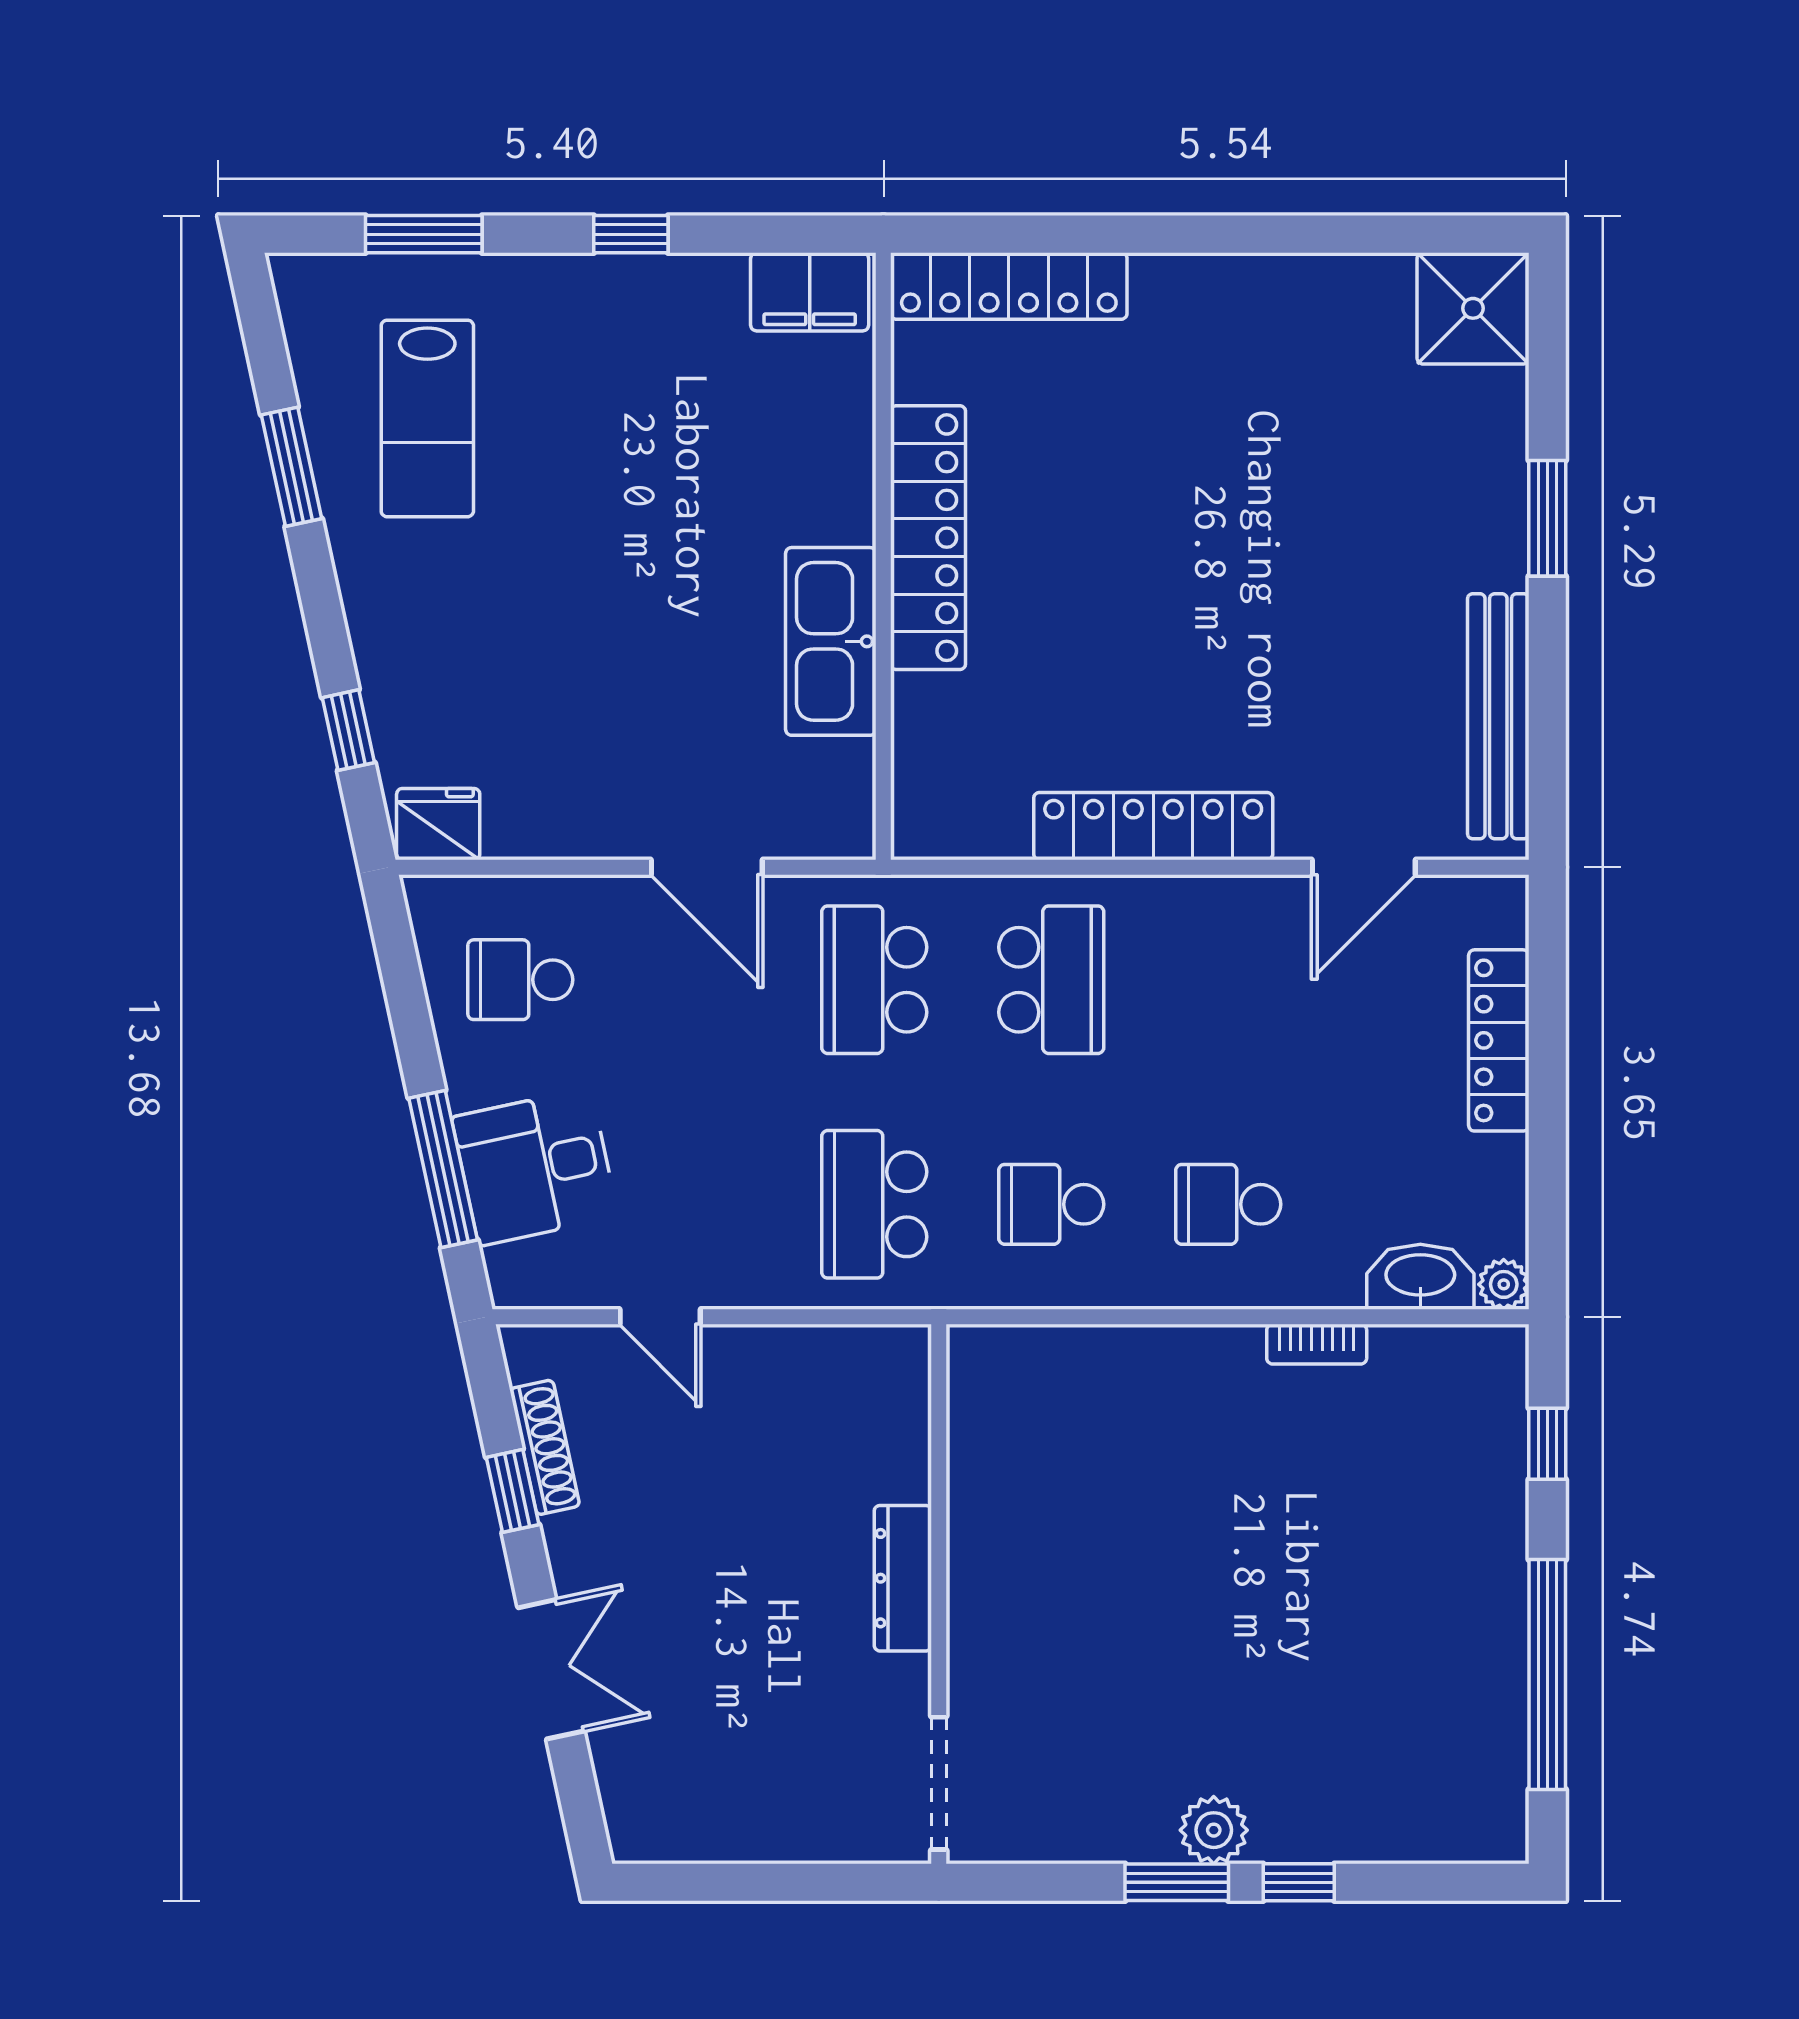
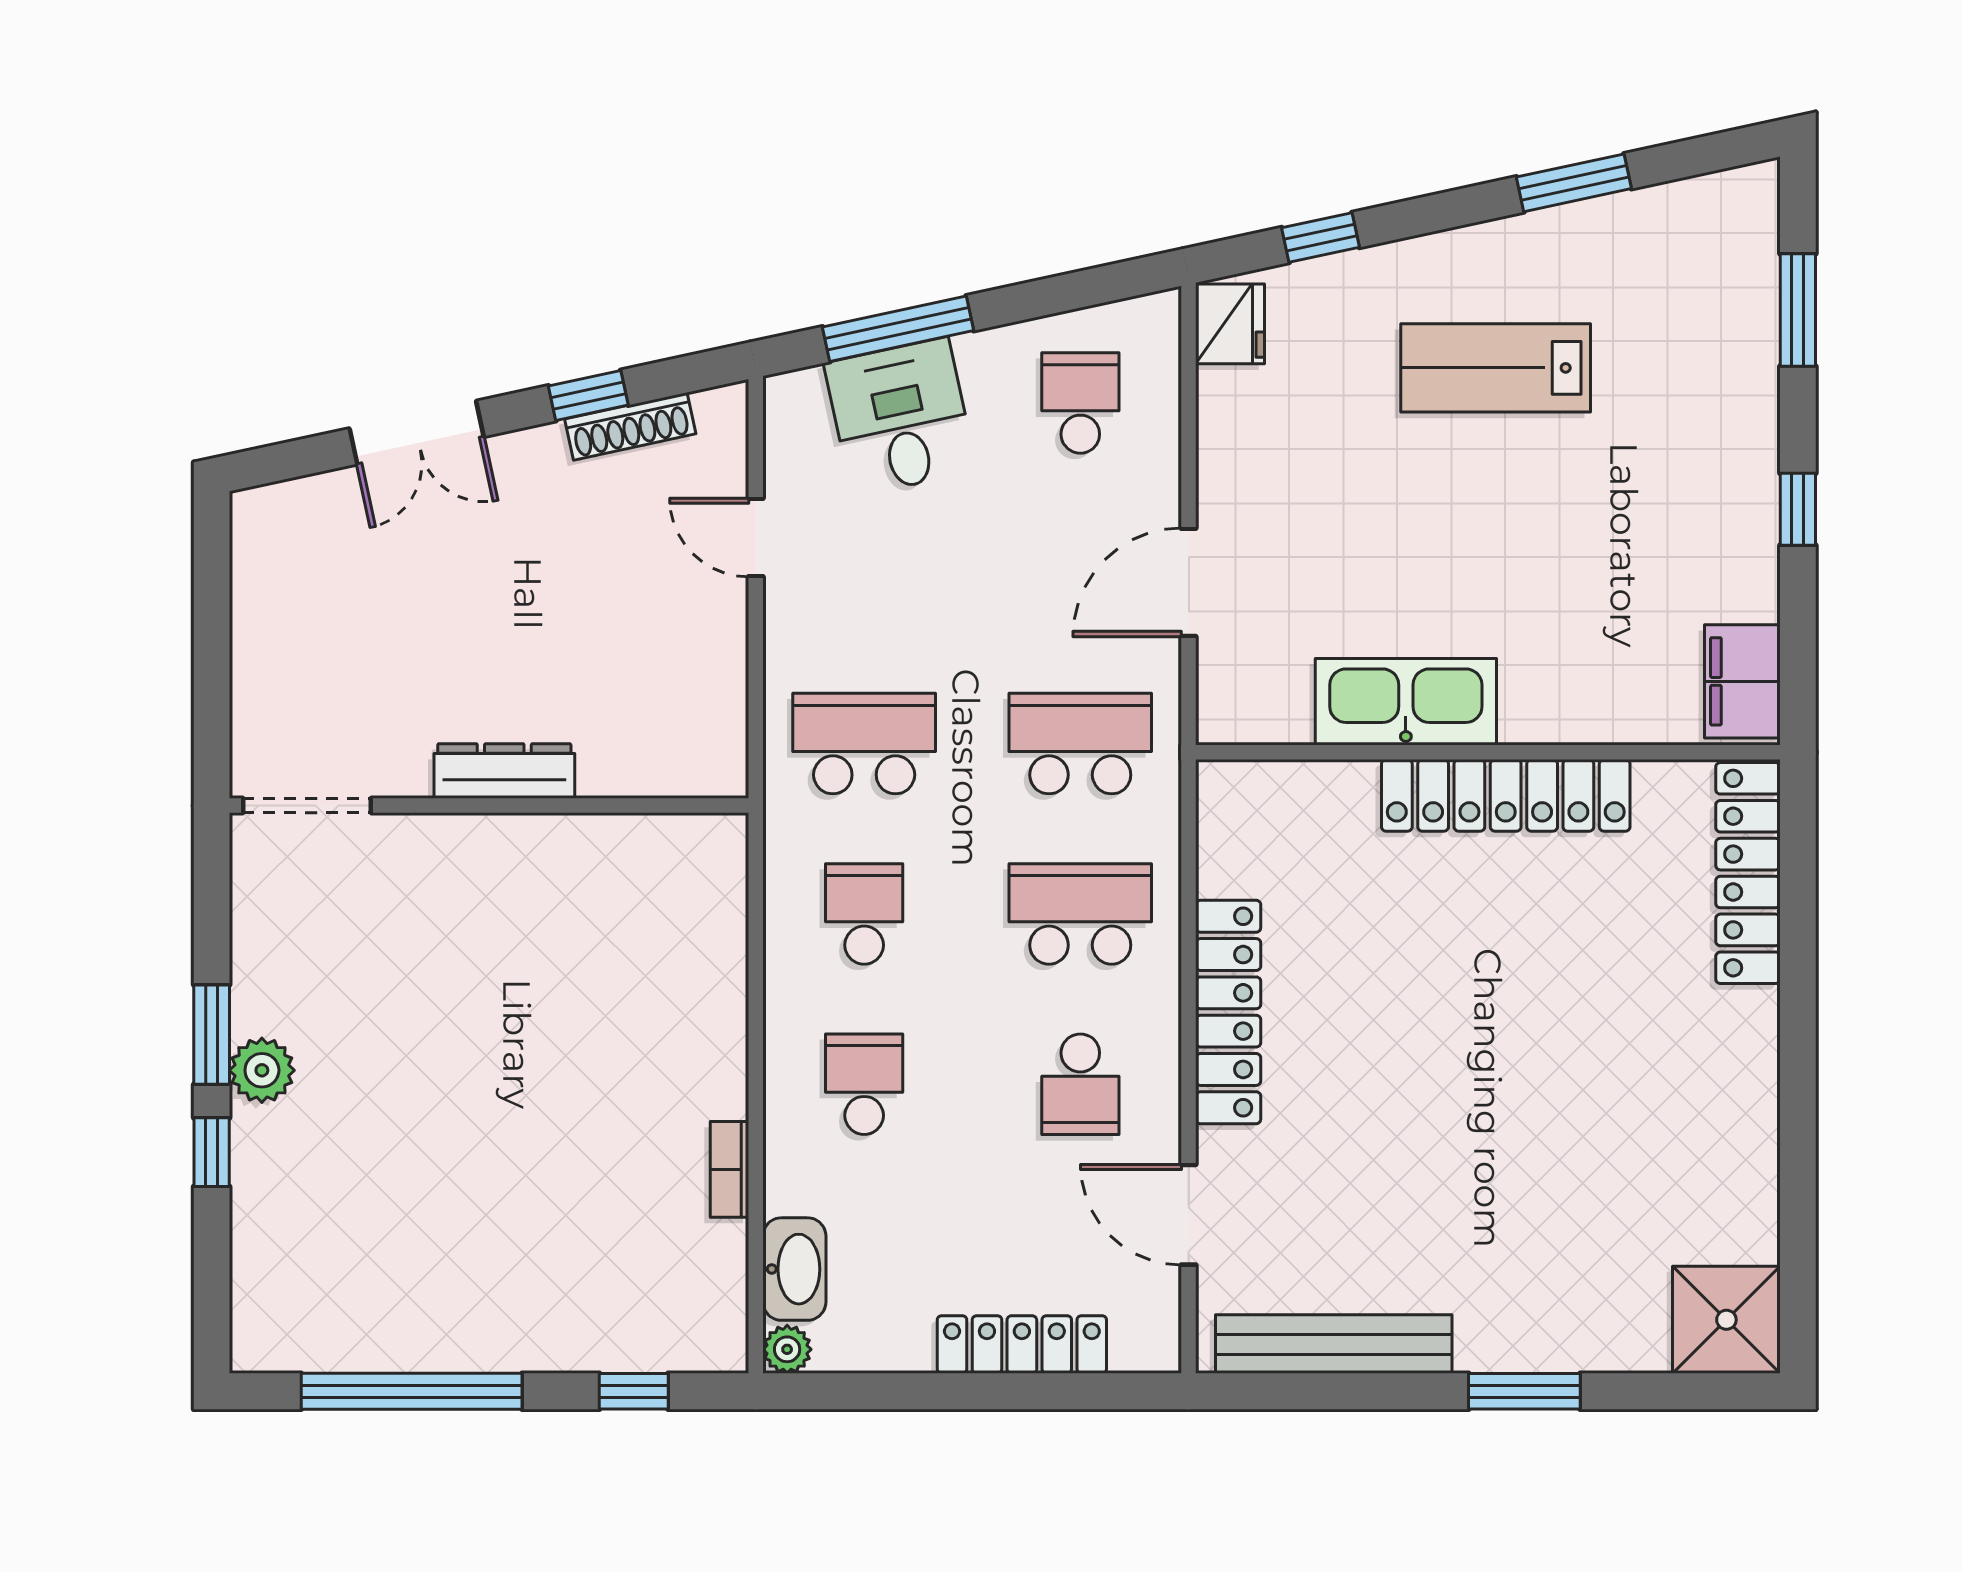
lab bench: (427, 418) -> (1496, 368), moved
school desk: (1051, 980) -> (1080, 914), turned 180
school desk: (1228, 980) -> (1080, 1084), added
door: (660, 1317) -> (756, 537), hinge flipped

